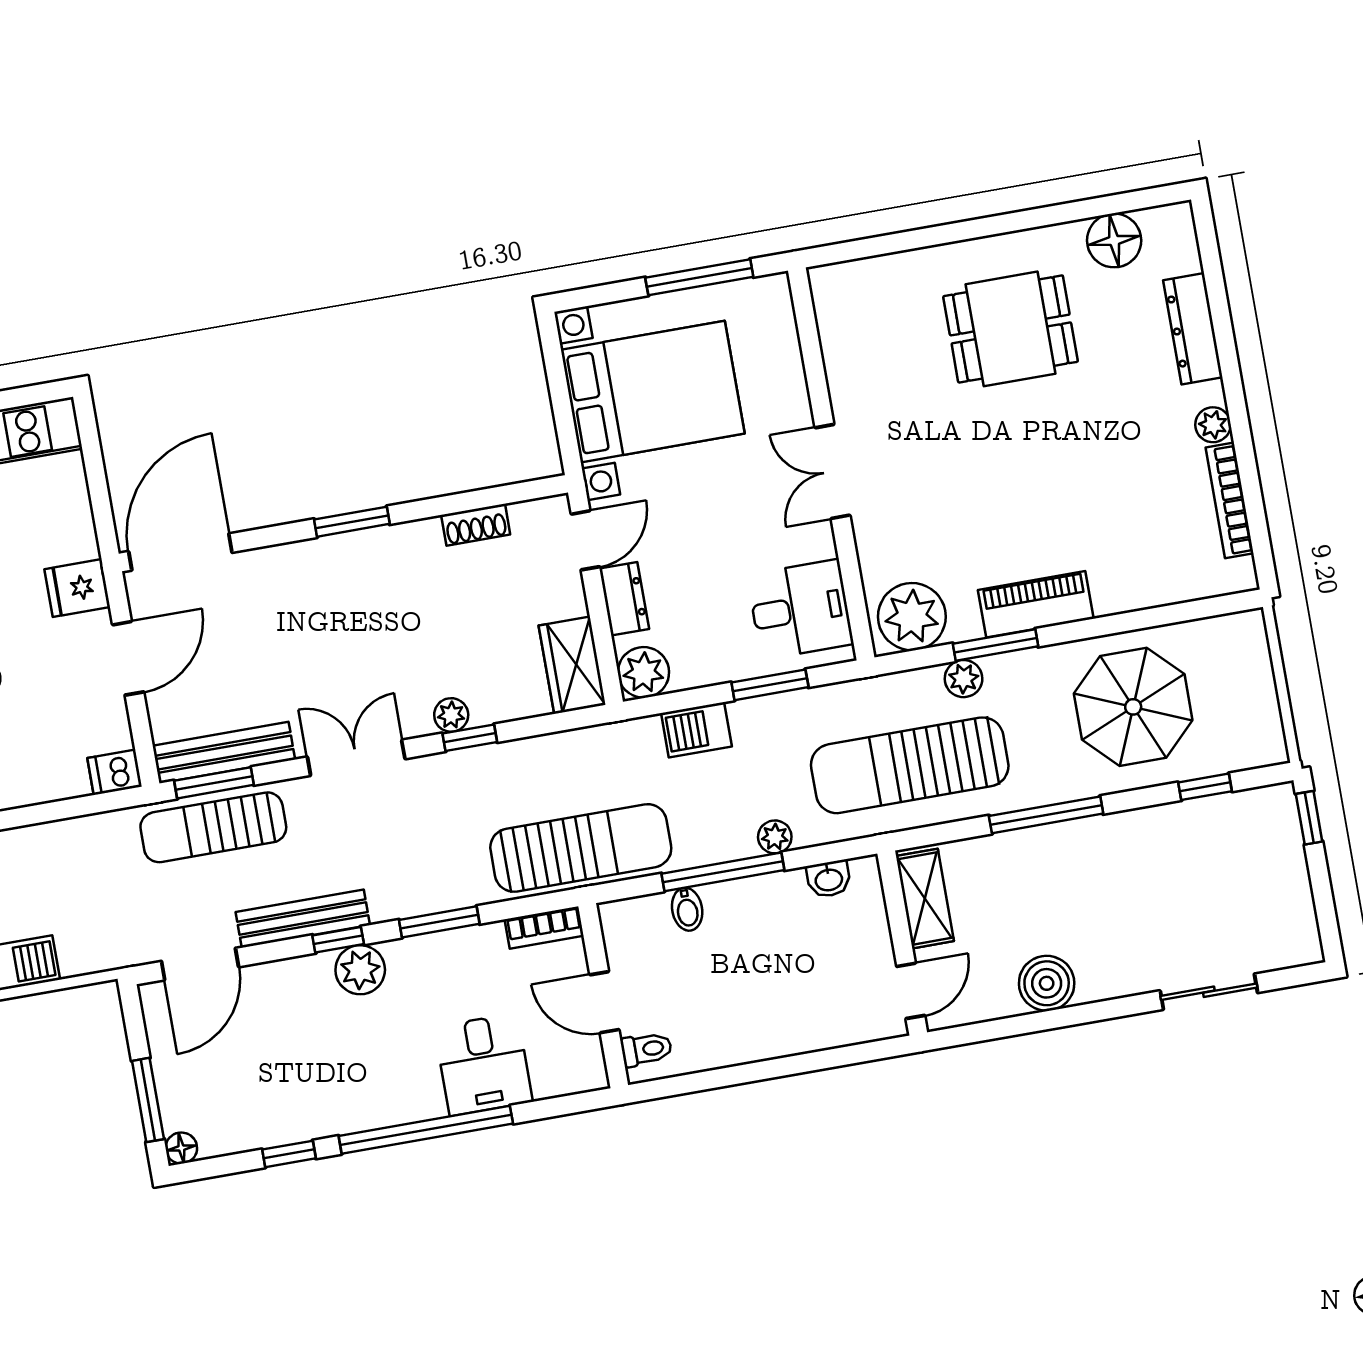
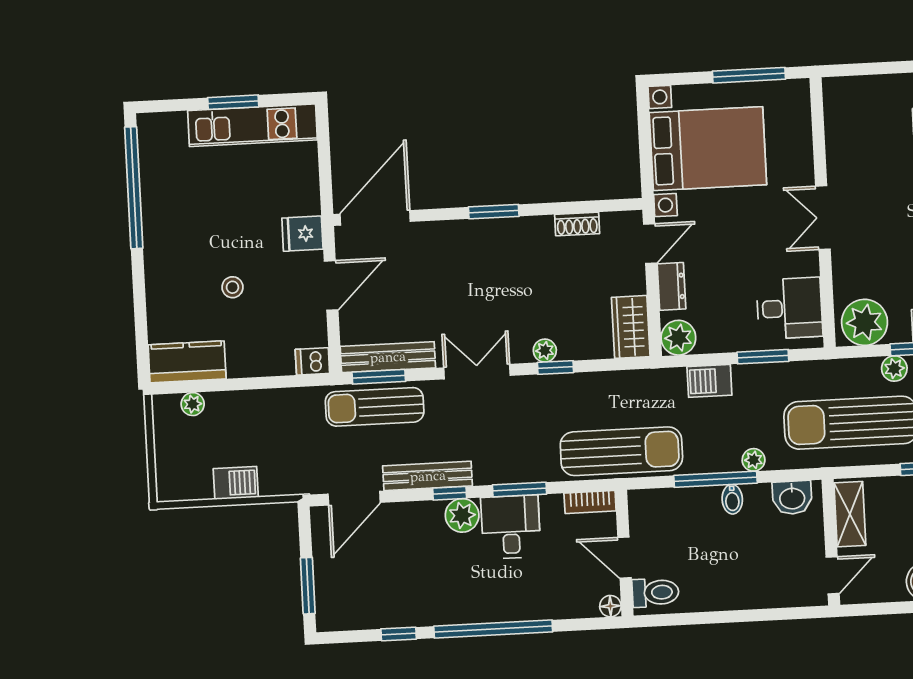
washbasin: (829, 879) -> (792, 498), width x1.38, depth x1.45
bidet: (687, 909) -> (732, 499), moved
toilet: (646, 1049) -> (655, 592), width x1.37, depth x1.39
desk: (483, 1064) -> (511, 527), moved, turned 180
floor lamp: (181, 1148) -> (610, 606), moved

